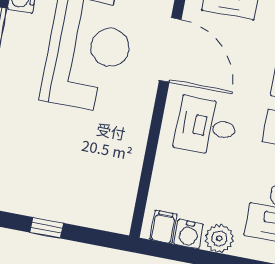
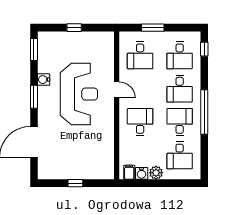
door: (170, 50) -> (117, 90), width x0.53
desk: (206, 126) -> (140, 122), turned 90

